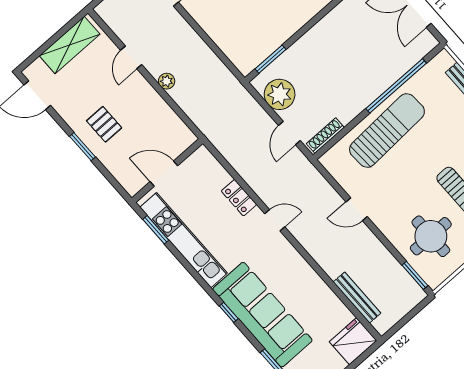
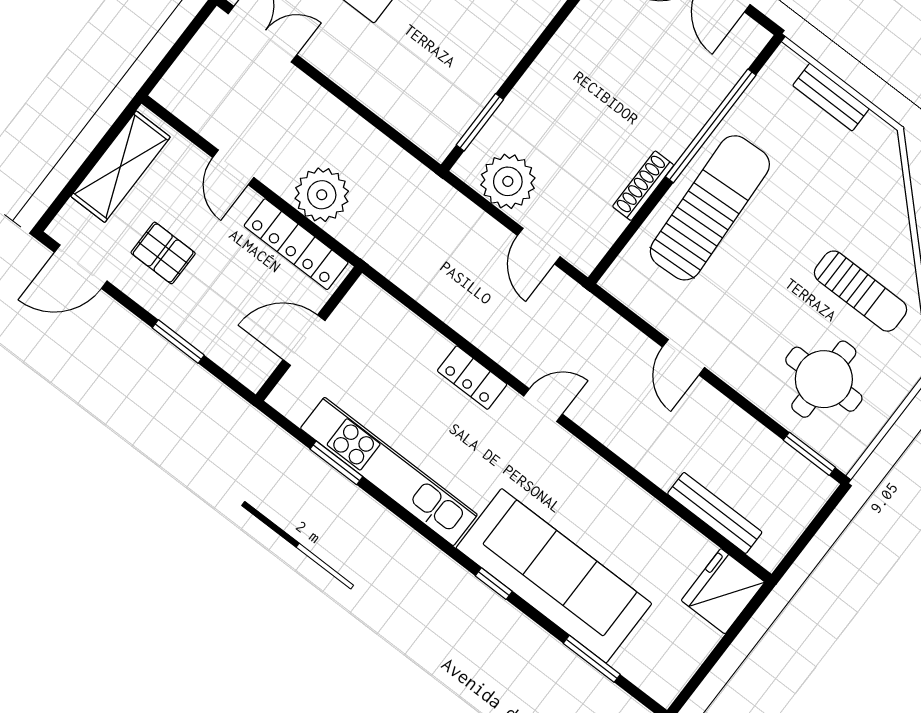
plant: (167, 81) -> (322, 195), width x1.87, depth x1.87
locker: (157, 106) -> (296, 244), added
pallet: (104, 124) -> (163, 253), moved
shoe rack: (325, 136) -> (643, 186), moved
wall: (167, 171) -> (309, 334), moved
door: (164, 174) -> (304, 340), moved
door: (357, 209) -> (684, 357), hinge flipped

